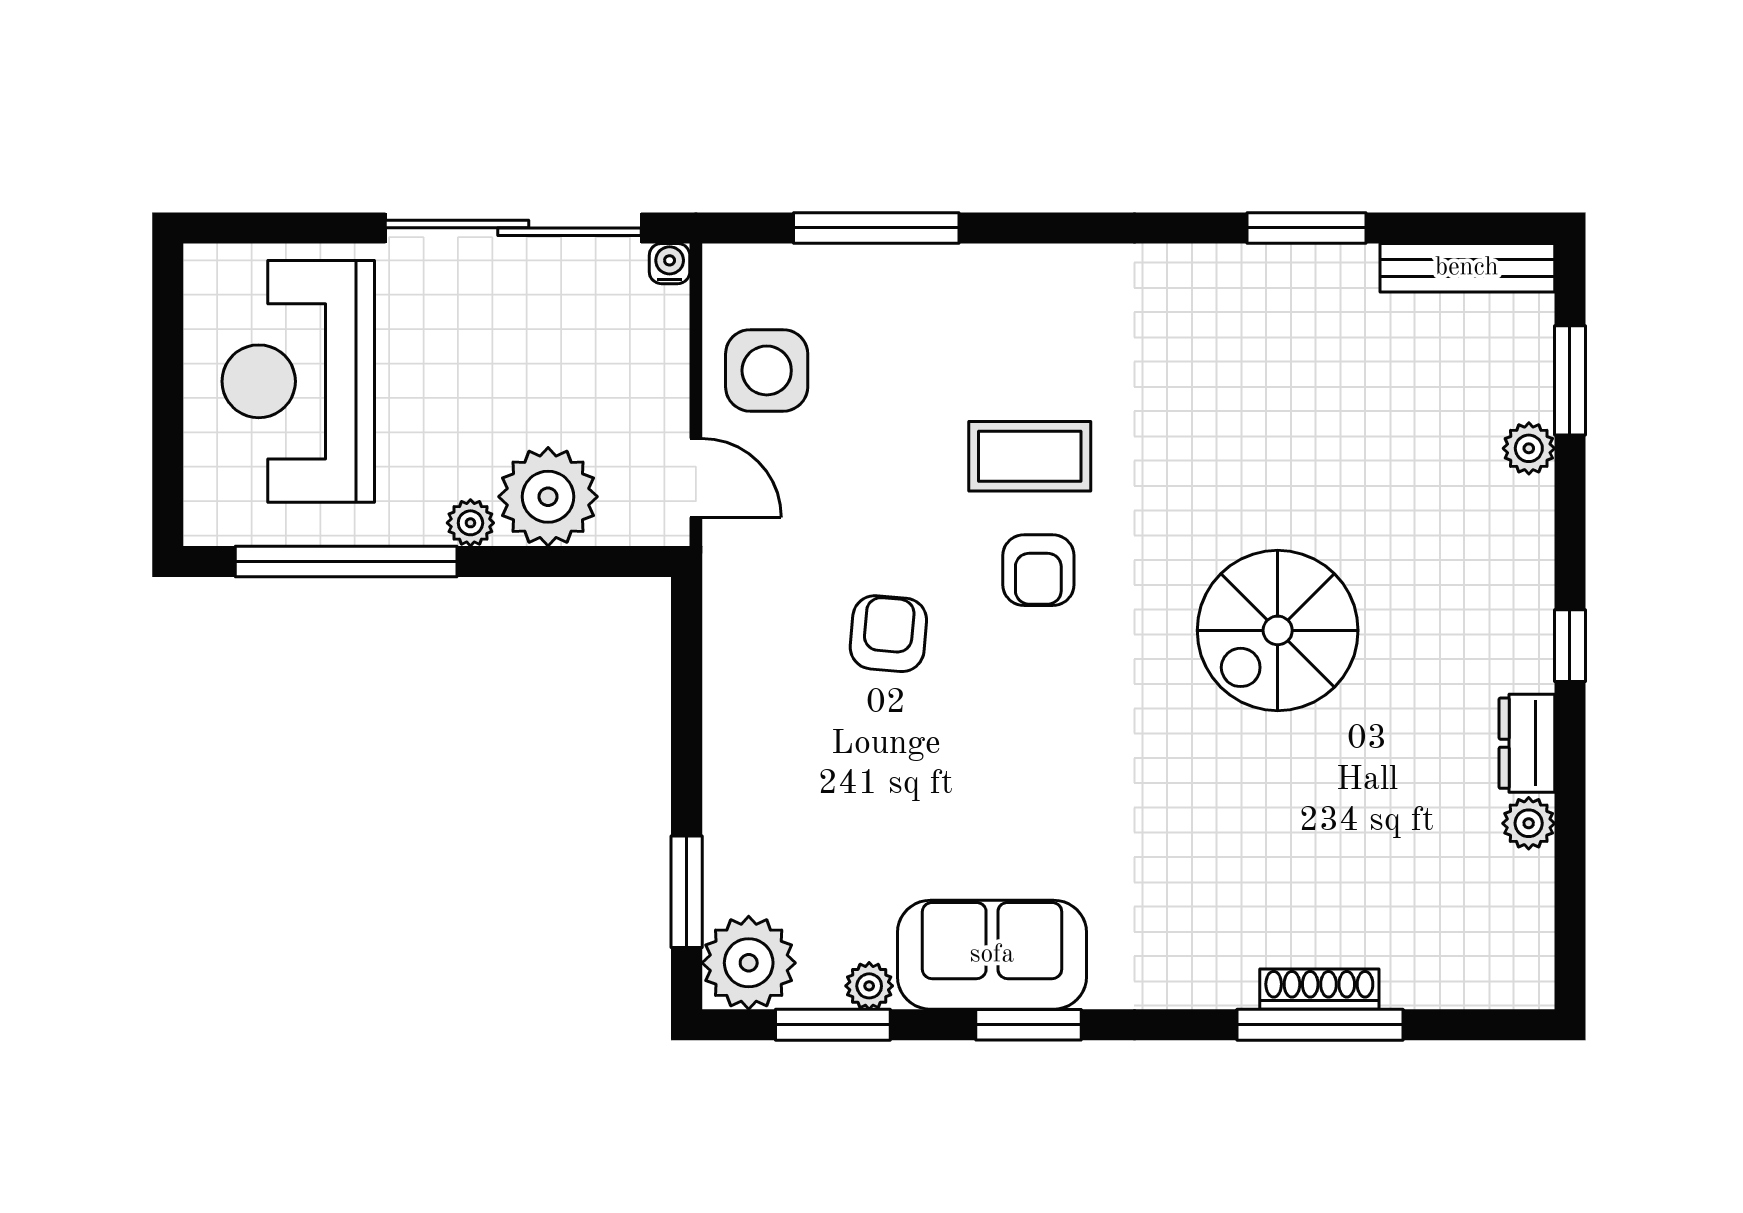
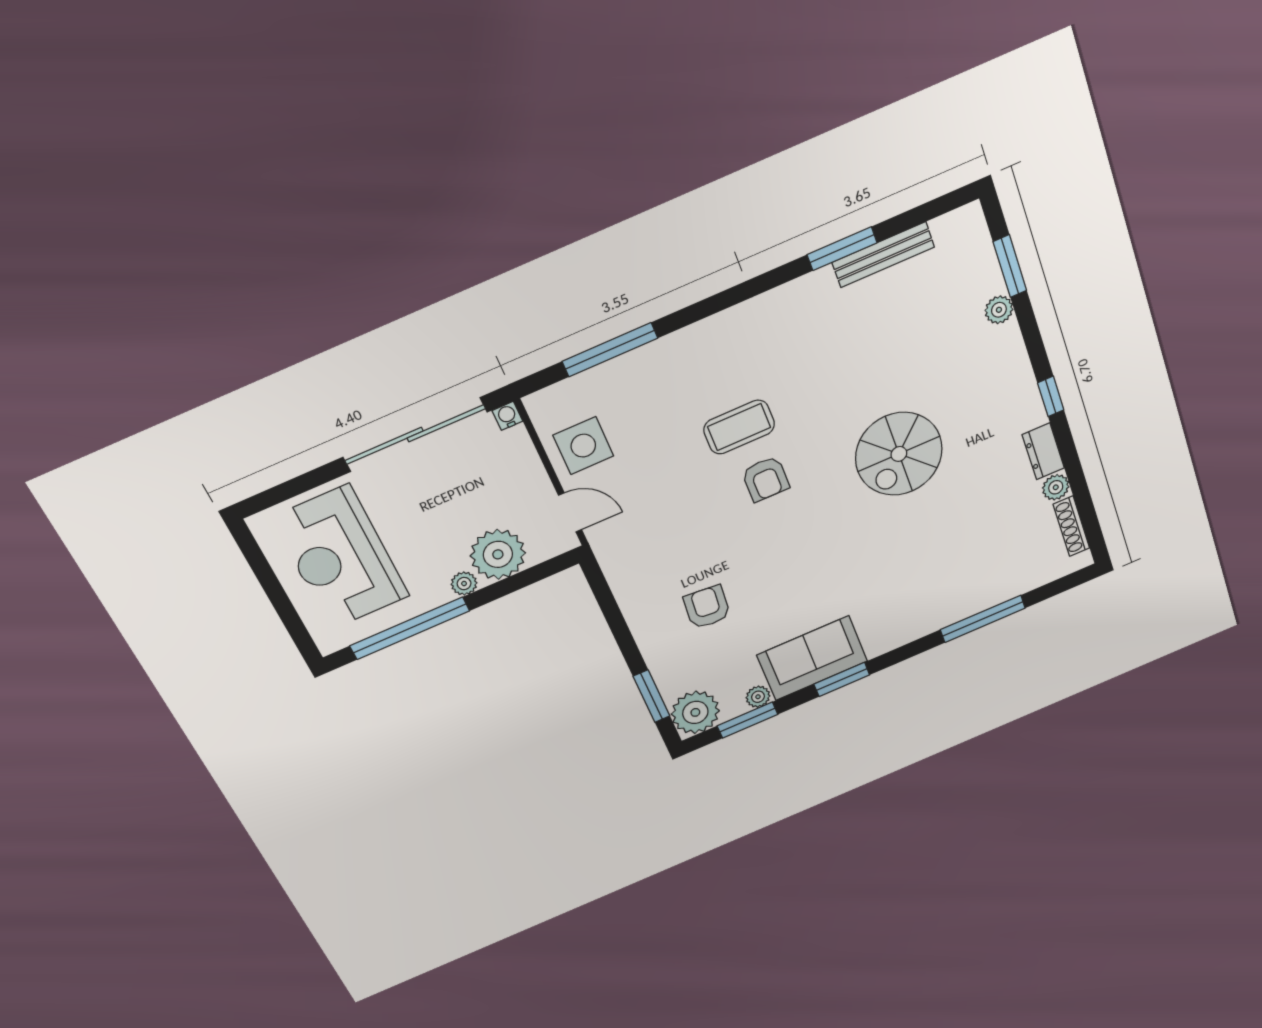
bench: (1467, 268) -> (883, 255), moved
armchair: (888, 634) -> (707, 607), moved
shoe rack: (1319, 989) -> (1071, 526), moved, turned -90

